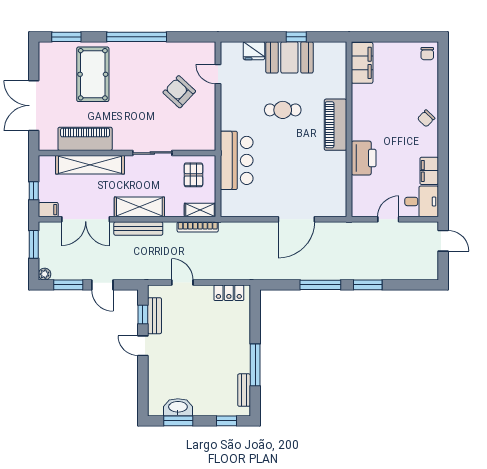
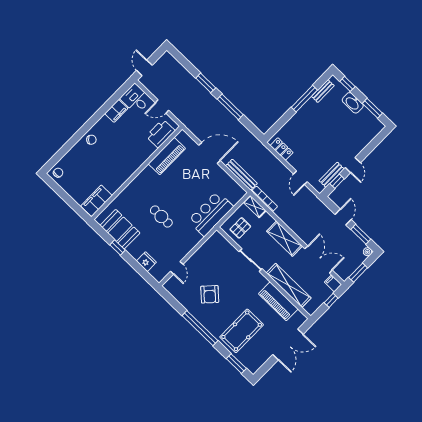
booth: (289, 57) -> (120, 229), moved
armchair: (179, 92) -> (210, 294), moved
piano: (336, 125) -> (167, 156), moved
printer: (364, 158) -> (160, 133), moved
bench: (138, 229) -> (241, 175), moved
washbasin: (178, 407) -> (353, 103), moved

